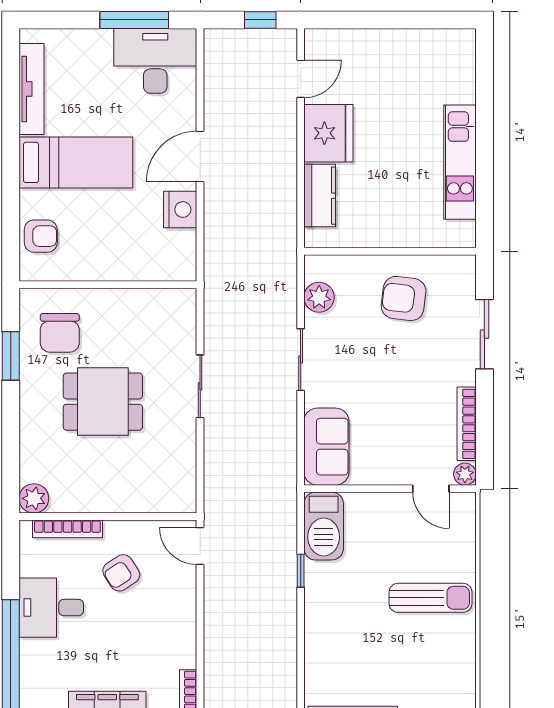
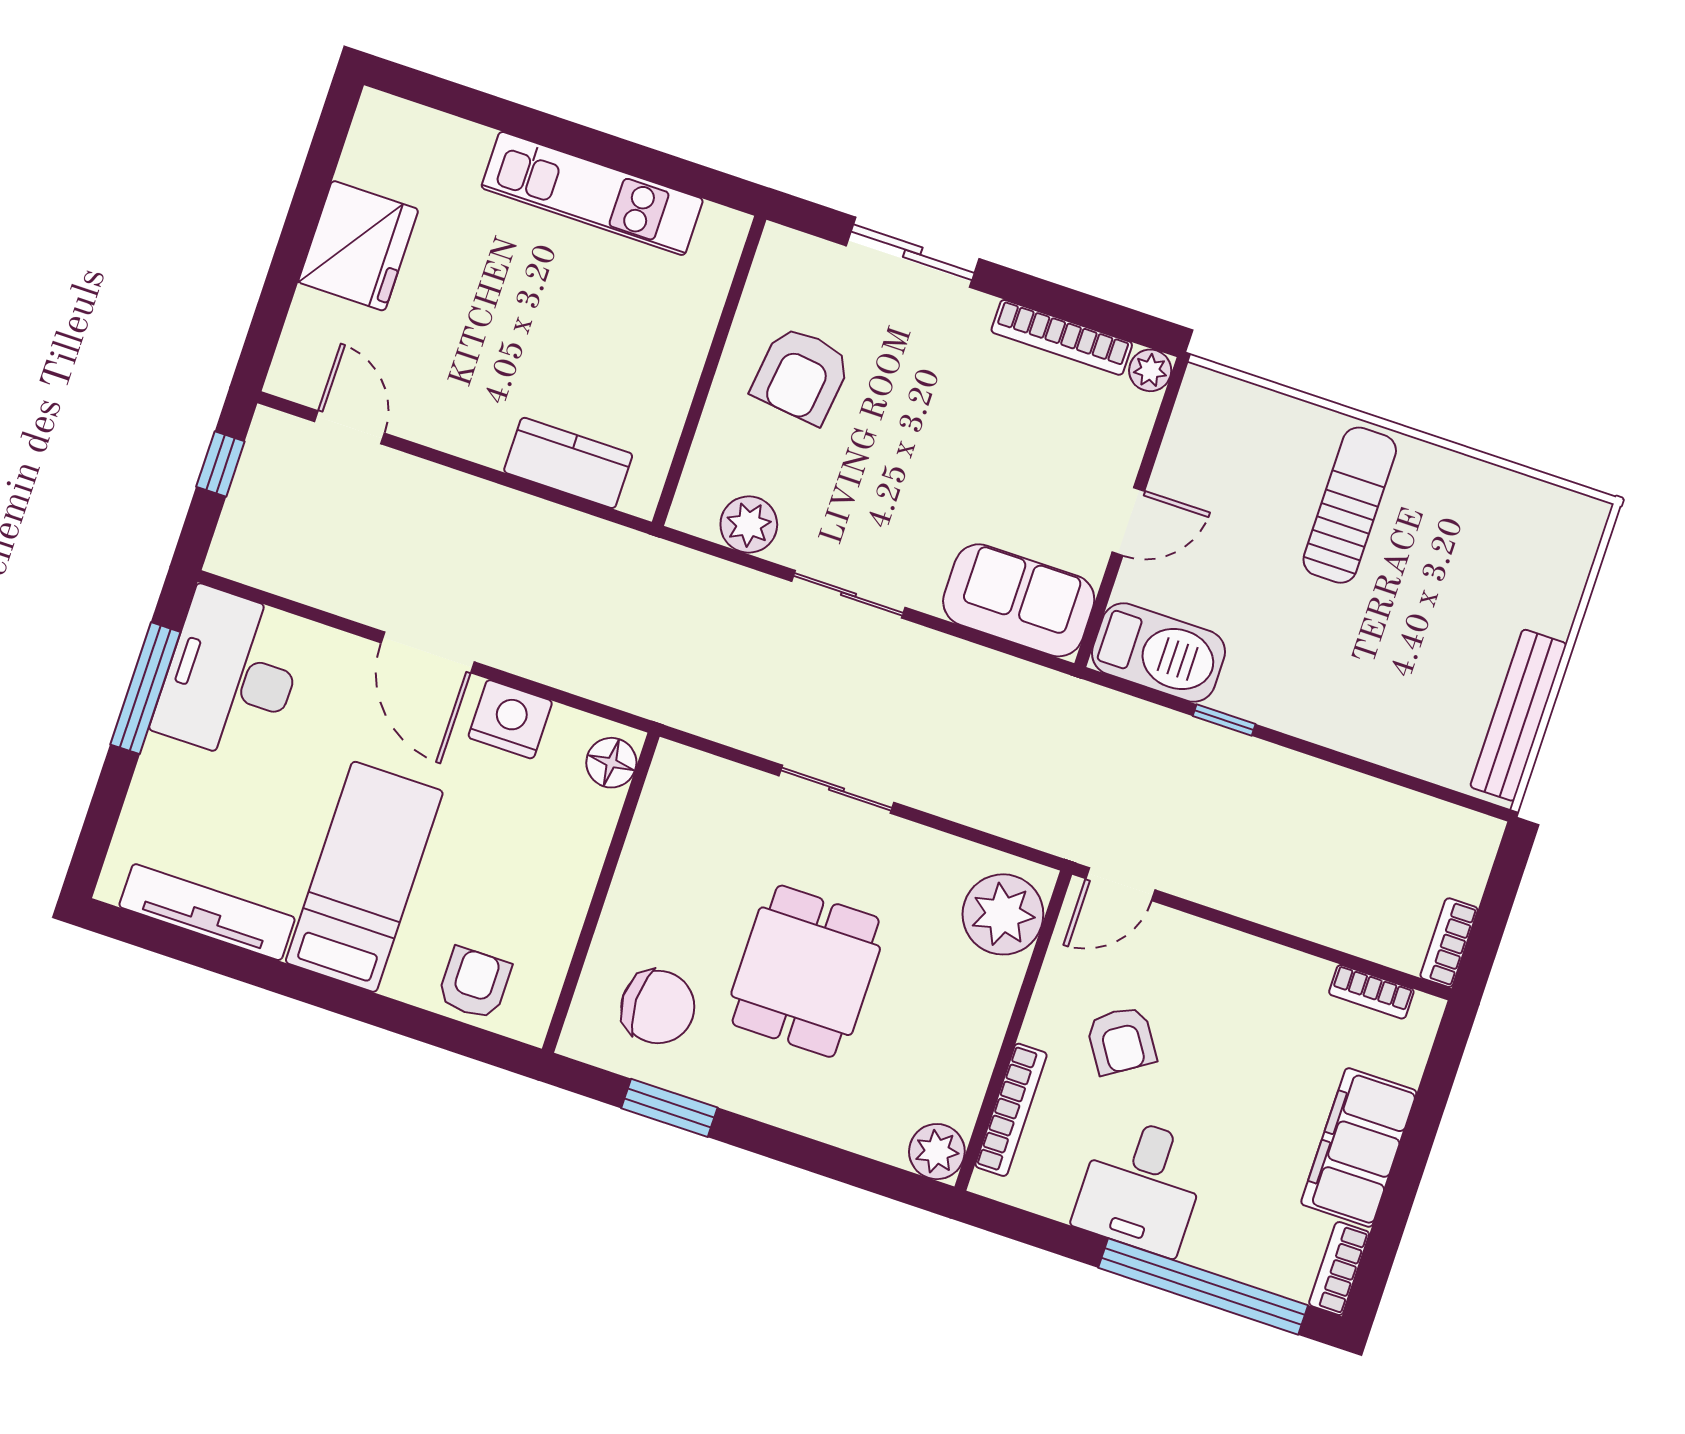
fridge: (328, 133) -> (358, 246), moved, turned 90
floor lamp: (175, 268) -> (611, 763), added
door: (431, 489) -> (1128, 521), moved
plant: (165, 492) -> (1003, 914), added

